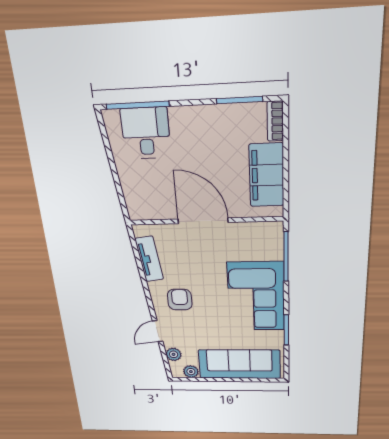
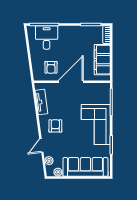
armchair: (161, 194) -> (51, 67), added
door: (203, 221) -> (71, 82), hinge flipped

